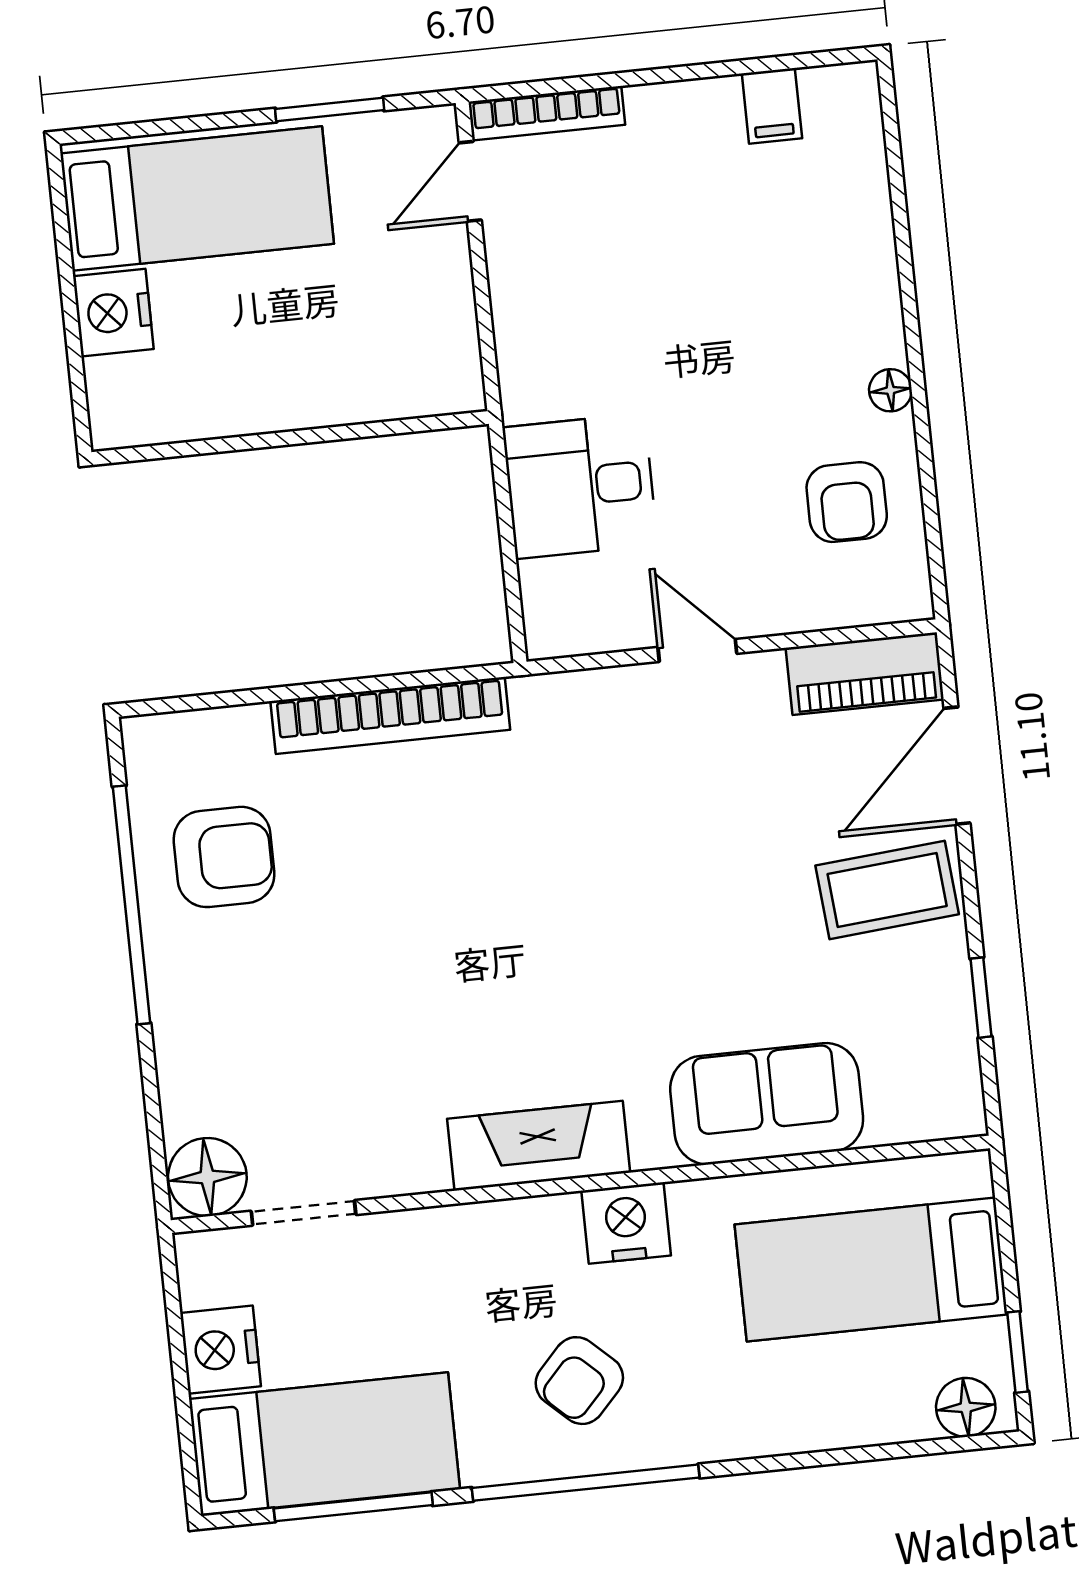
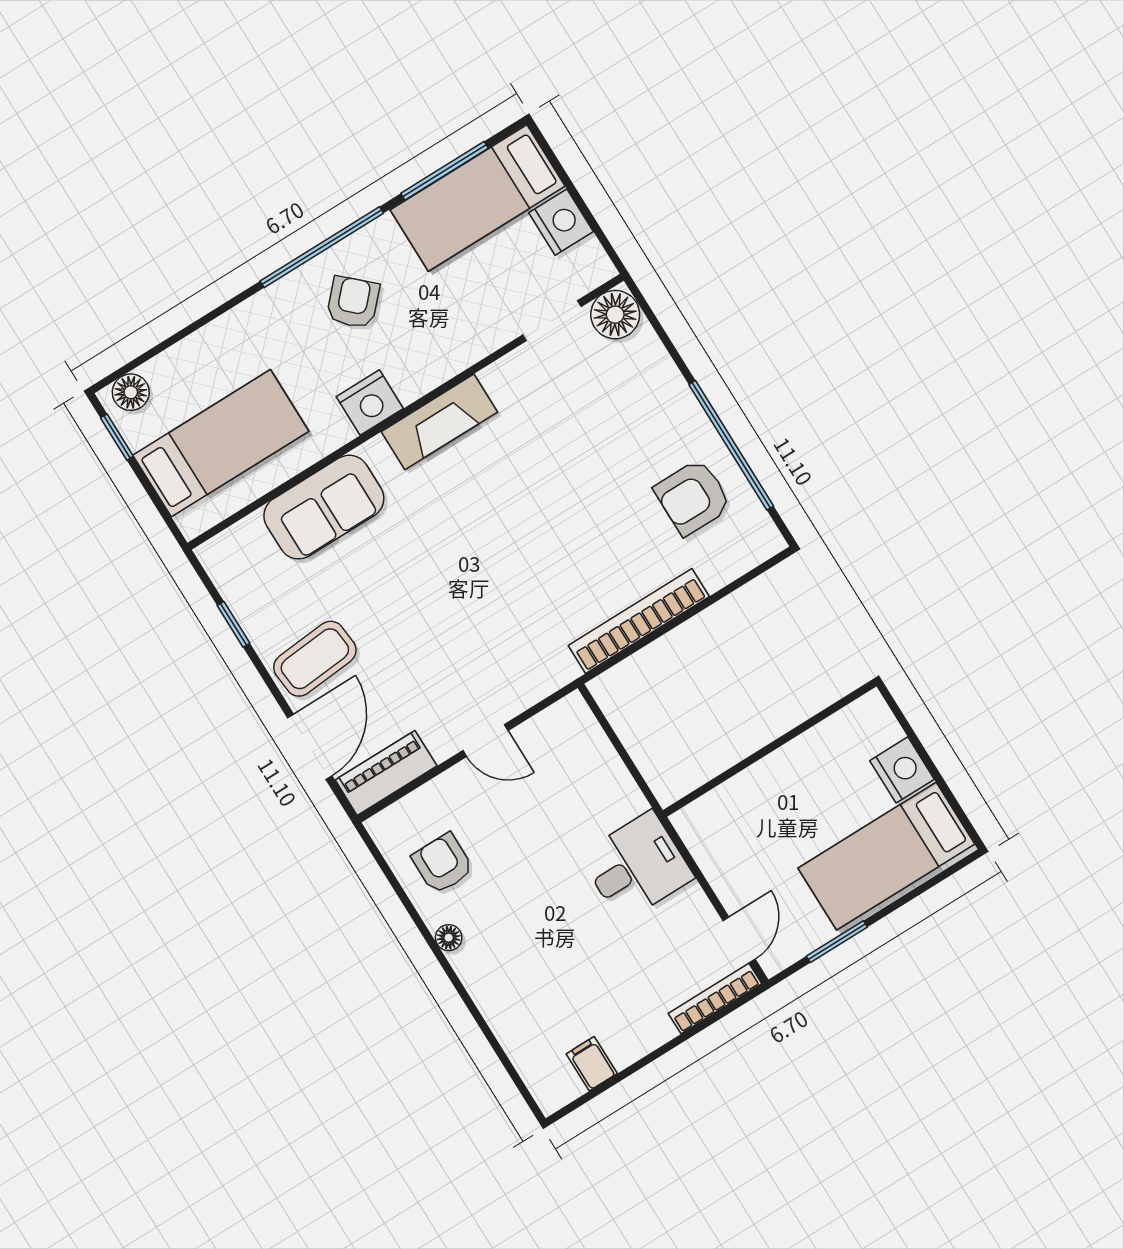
desk: (580, 486) -> (637, 866), moved

